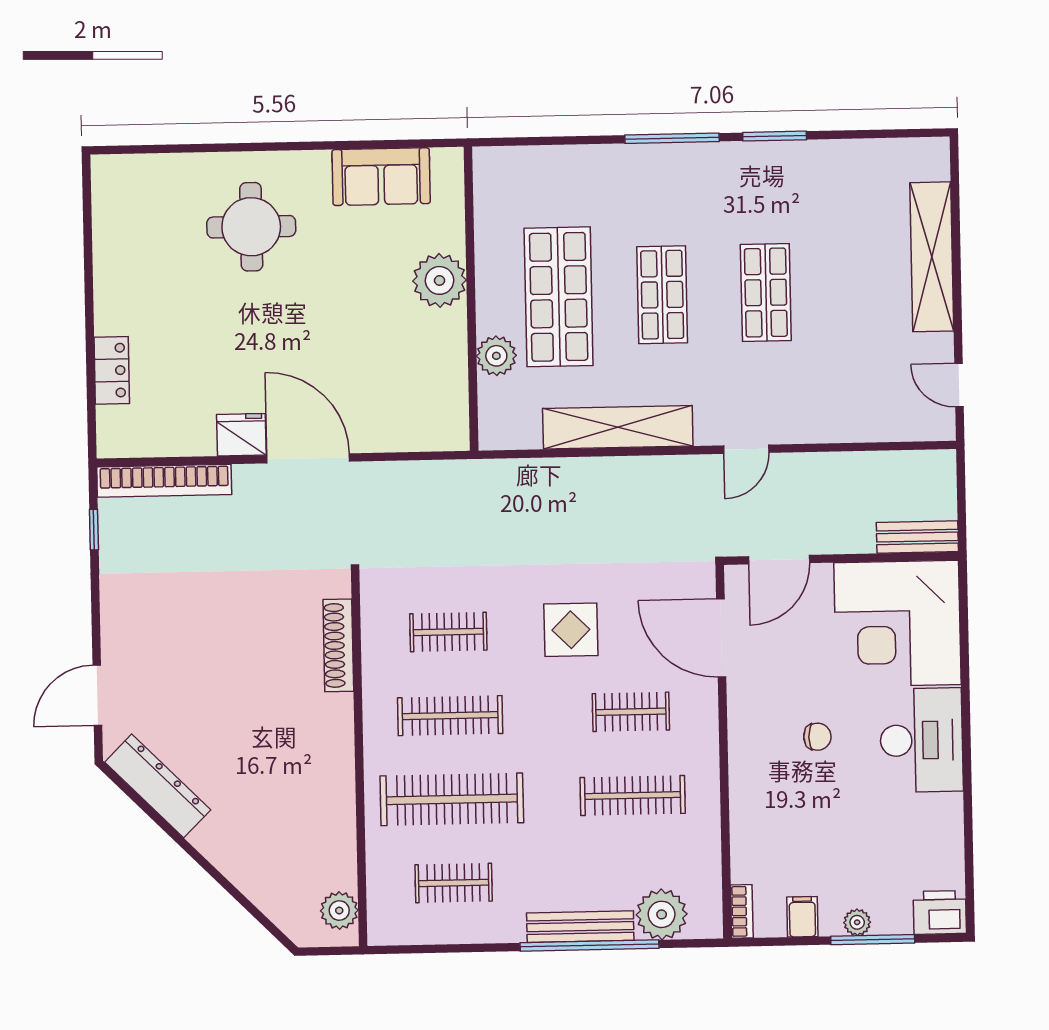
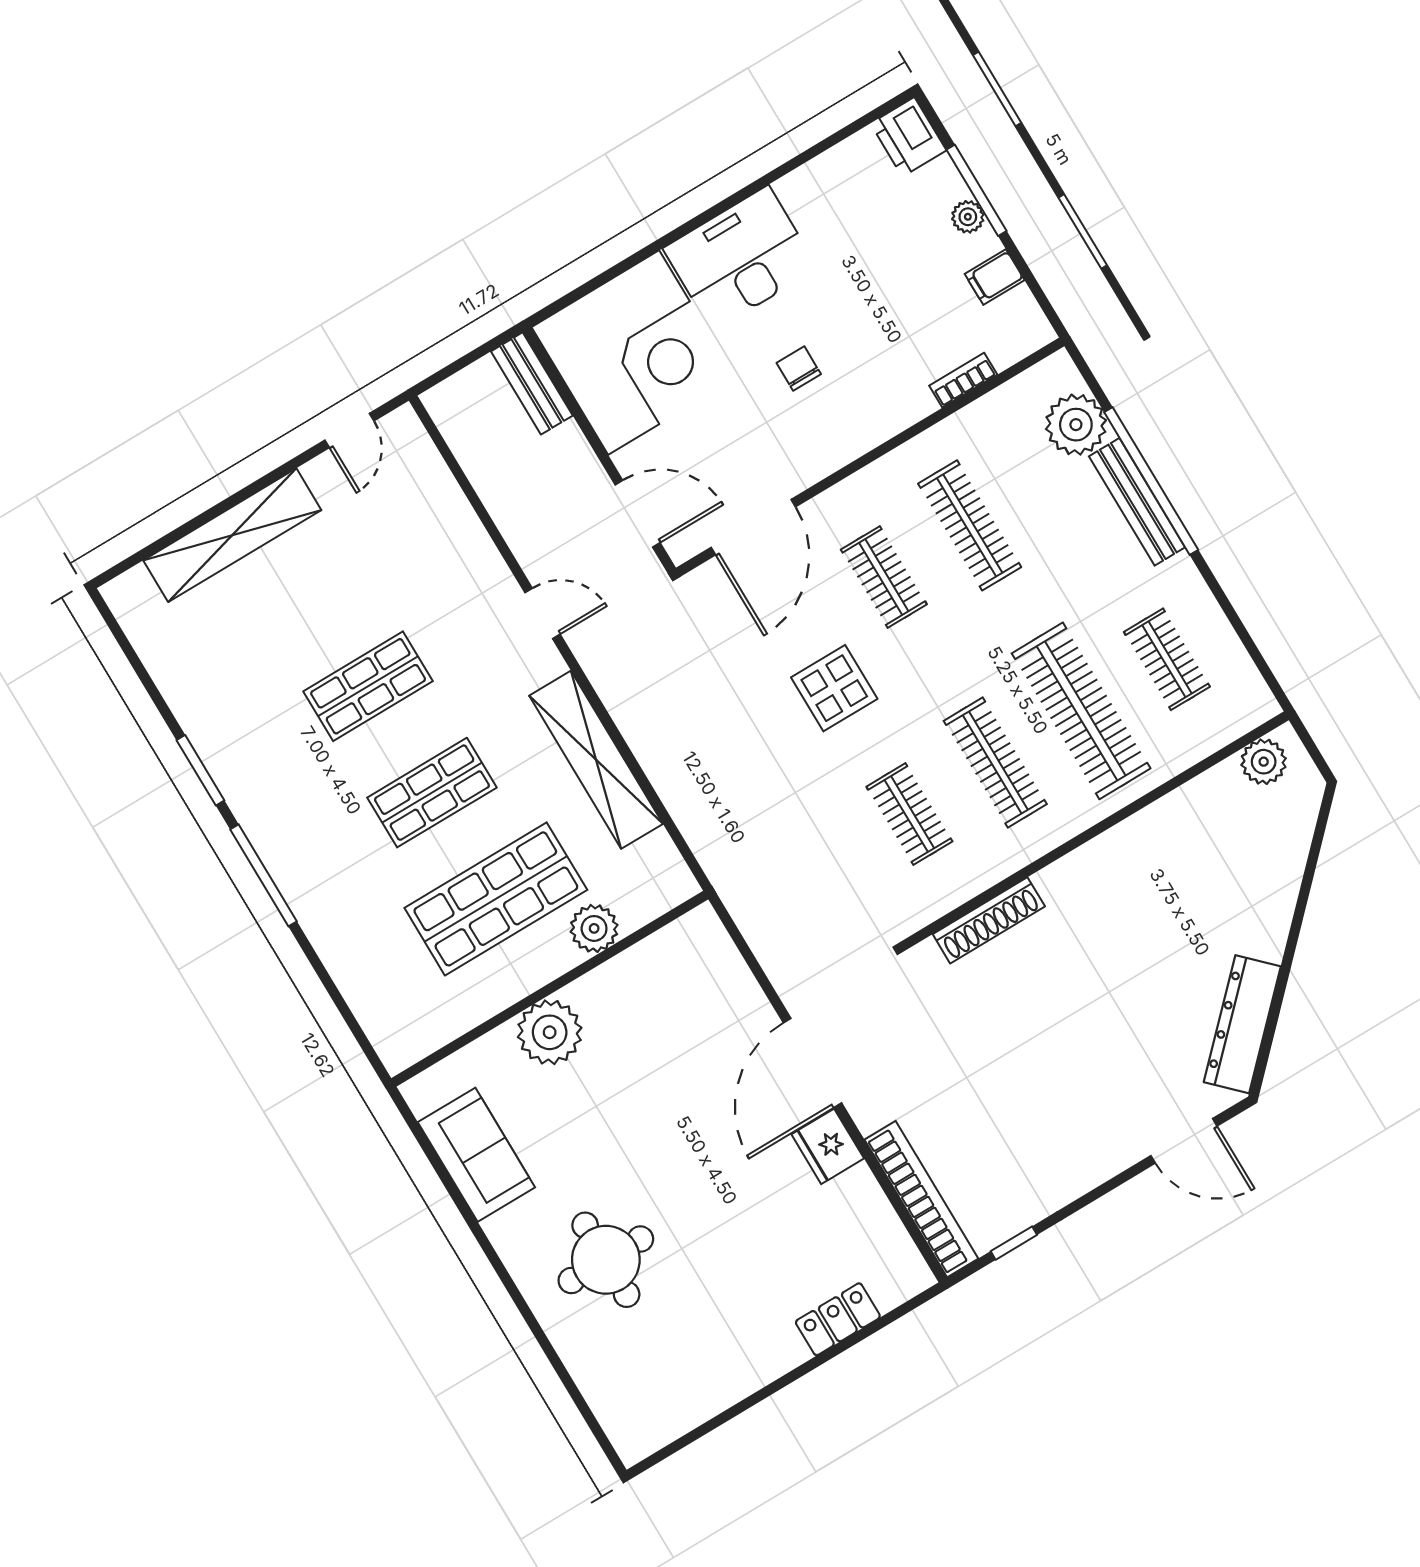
bookcase: (742, 911) -> (963, 380), moved

